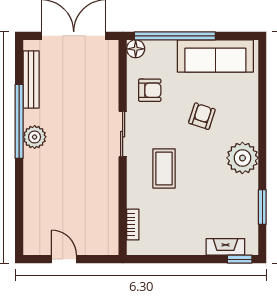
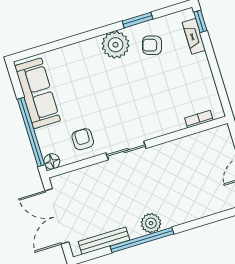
armchair: (202, 116) -> (152, 45), moved
coffee table: (164, 168) -> (144, 107), removed
window: (262, 207) -> (137, 20), moved

